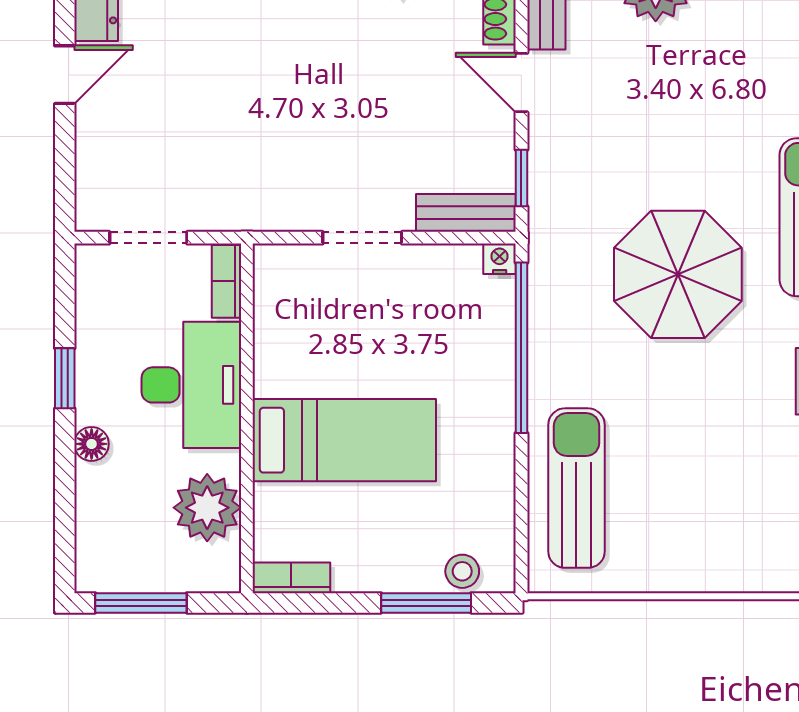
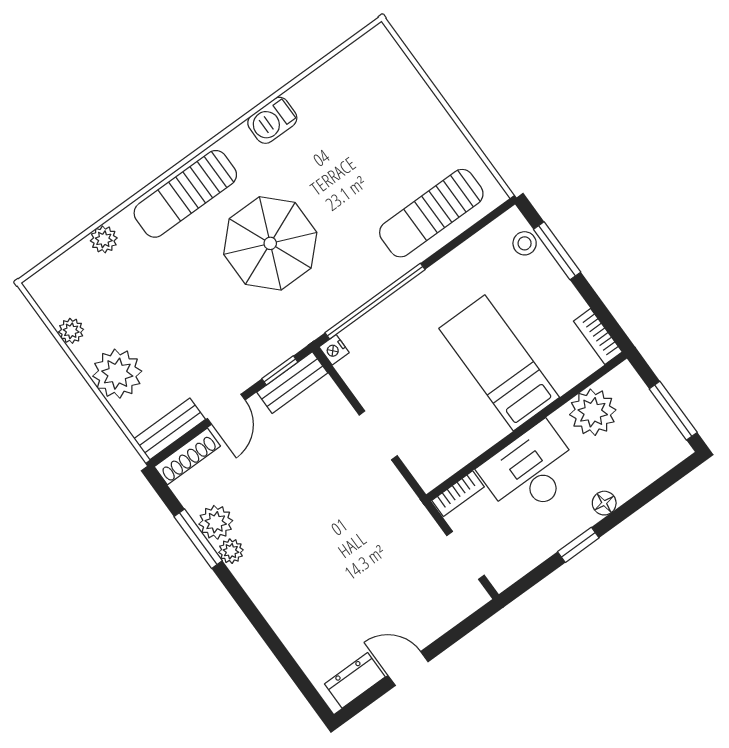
bench: (466, 213) -> (292, 383), moved, turned 90

